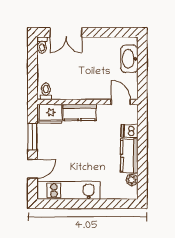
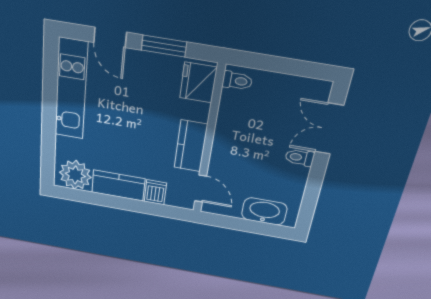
toilet: (42, 45) -> (300, 157), moved
door: (121, 102) -> (201, 189), hinge flipped
kitchen counter: (80, 112) -> (191, 146), moved
plant: (132, 180) -> (75, 175), width x1.88, depth x1.88

